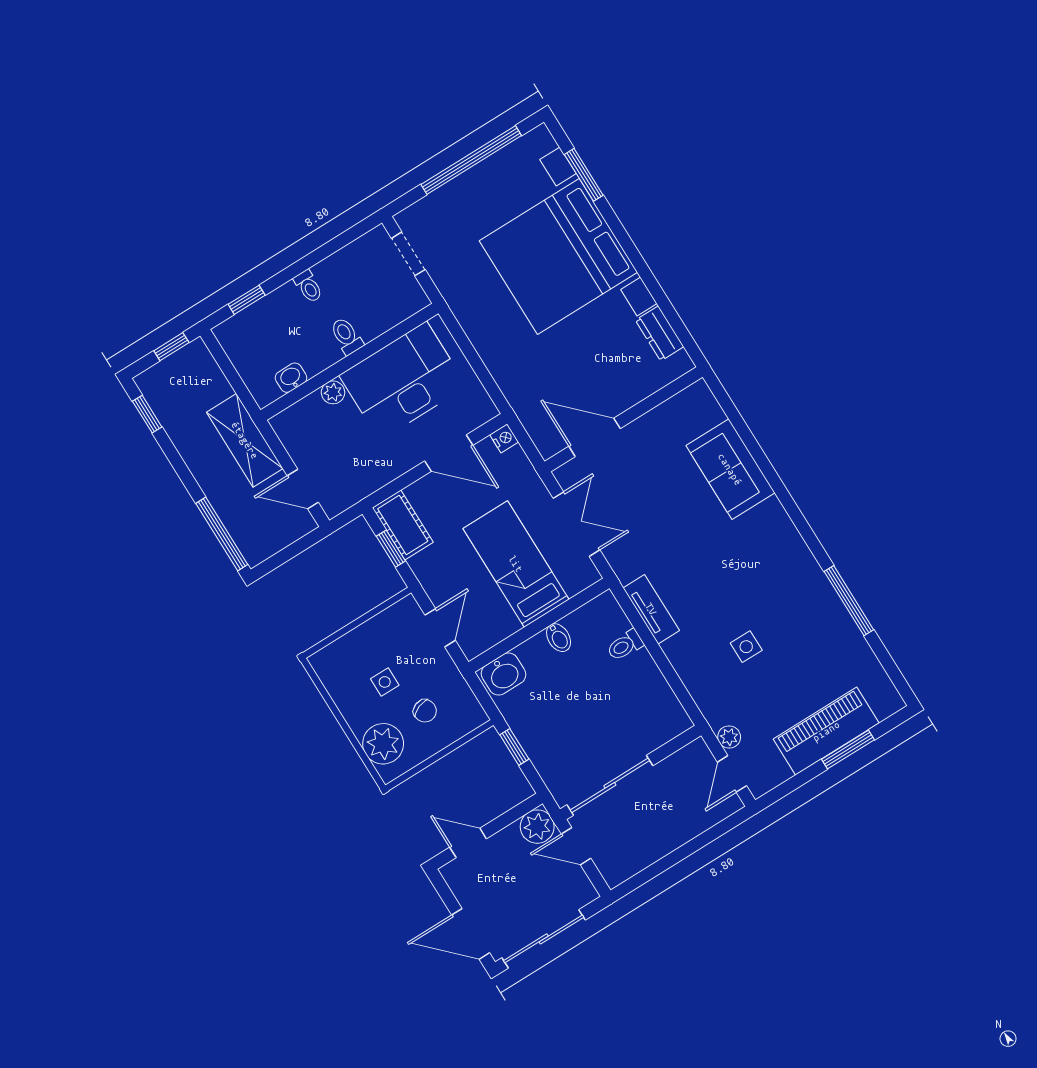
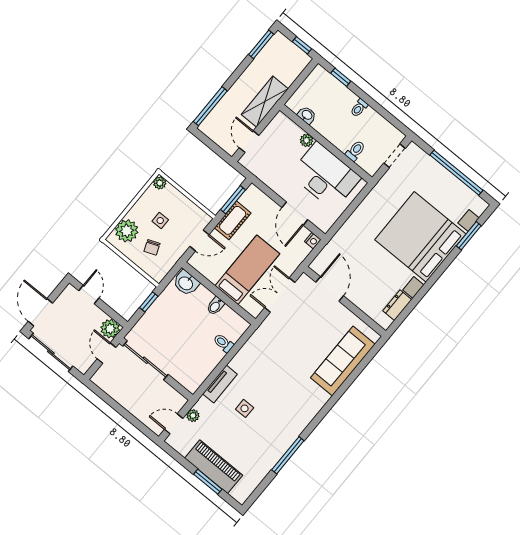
toilet: (347, 336) -> (355, 151), moved
window: (147, 414) -> (261, 44), width x1.50
sofa: (730, 469) -> (343, 361), width x1.36
double door: (576, 524) -> (280, 295), swing flipped
cot: (403, 525) -> (233, 220), moved
window: (391, 549) -> (233, 200), width x1.50
tv unit: (651, 609) -> (220, 384), moved
plant: (322, 662) -> (160, 183), added

